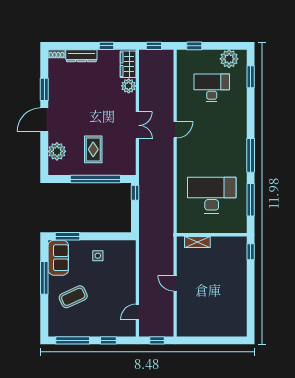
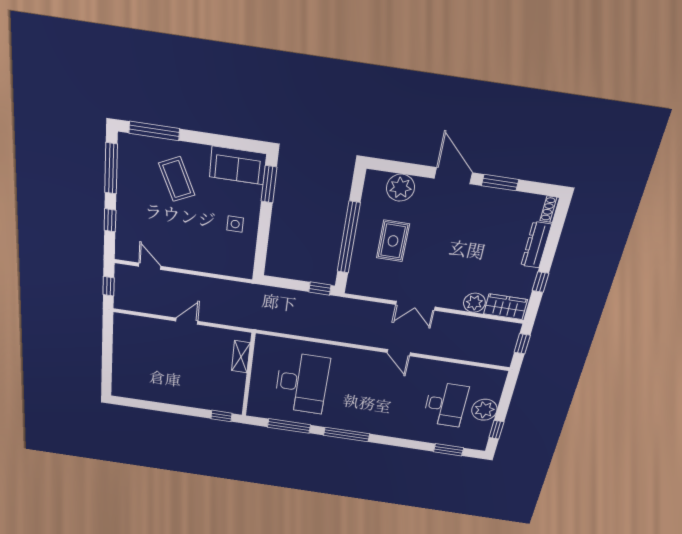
window: (194, 46) -> (496, 430), moved
plant: (229, 59) -> (484, 410), moved
rug: (93, 149) -> (393, 241), turned 90
window: (44, 278) -> (154, 131), moved

